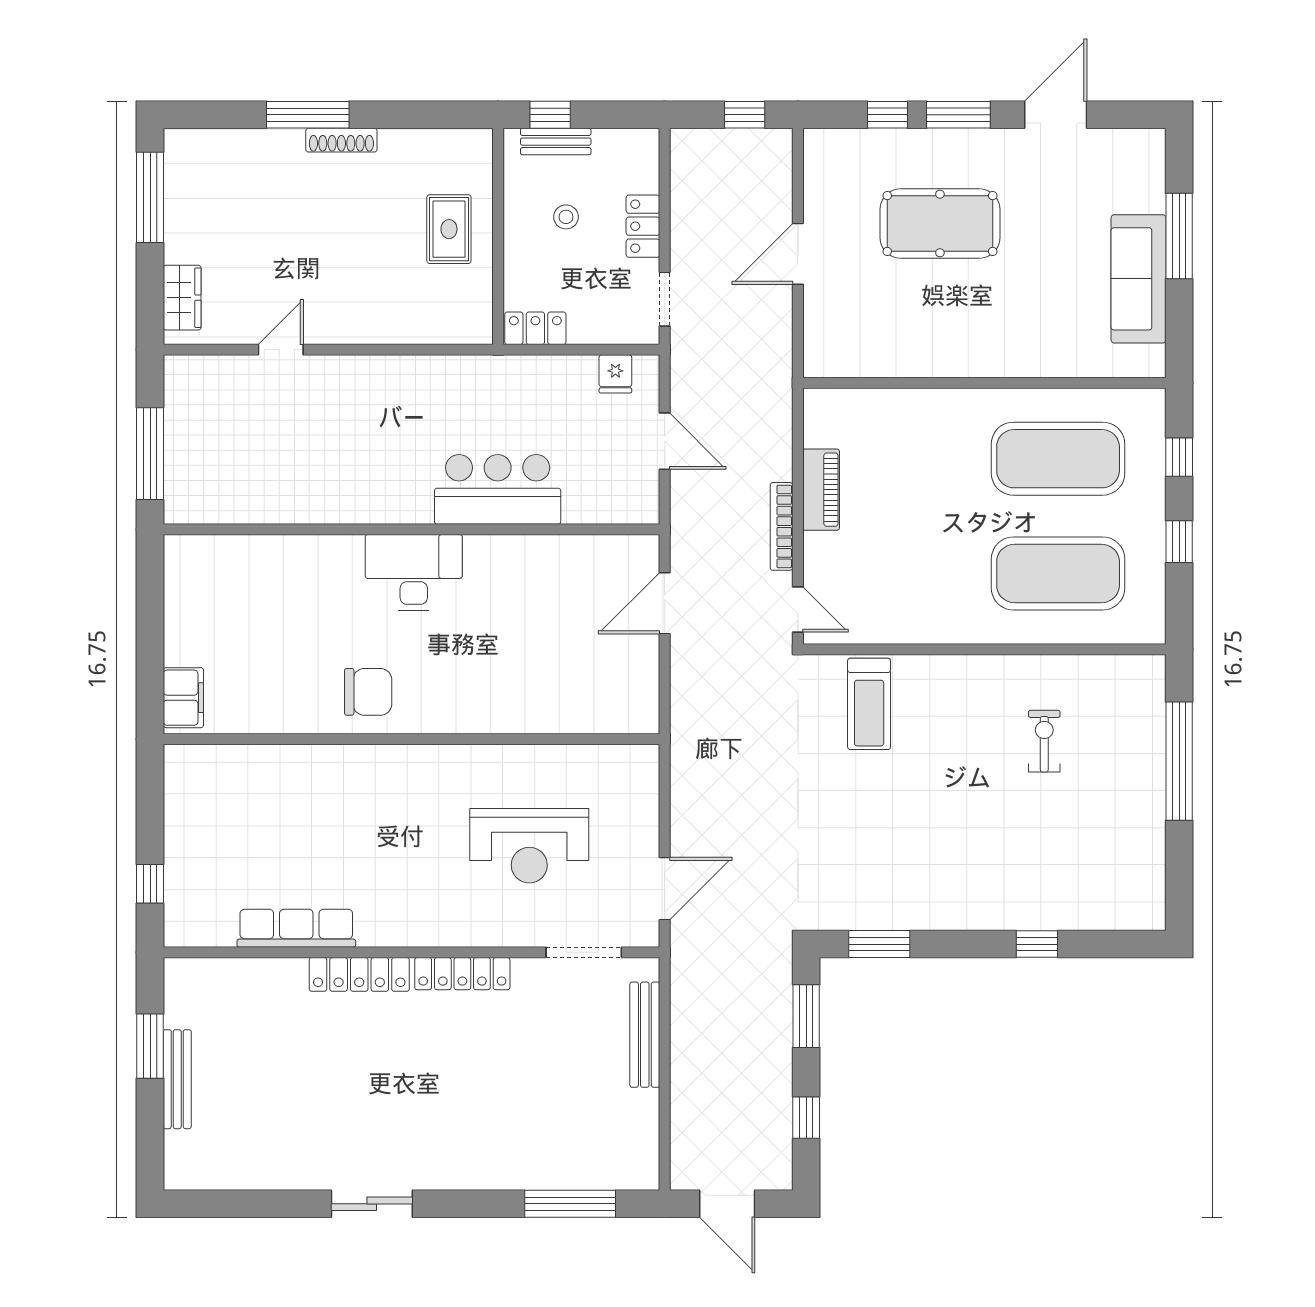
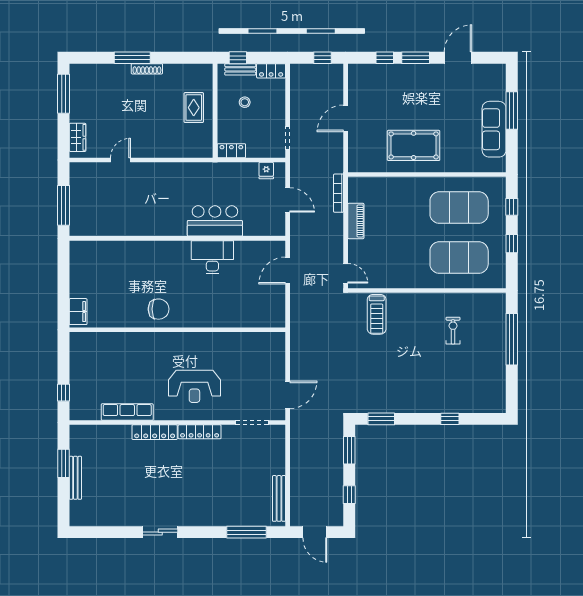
pool table: (940, 223) -> (414, 145), moved
locker: (643, 226) -> (271, 71), moved, turned -90
bookcase: (782, 526) -> (339, 193), moved
desk: (414, 572) -> (212, 257), moved
reception desk: (529, 846) -> (194, 386), moved
bench: (645, 1035) -> (279, 498), moved

